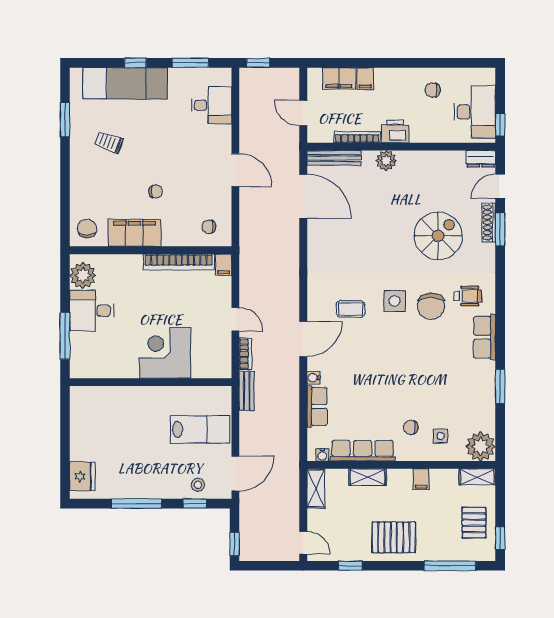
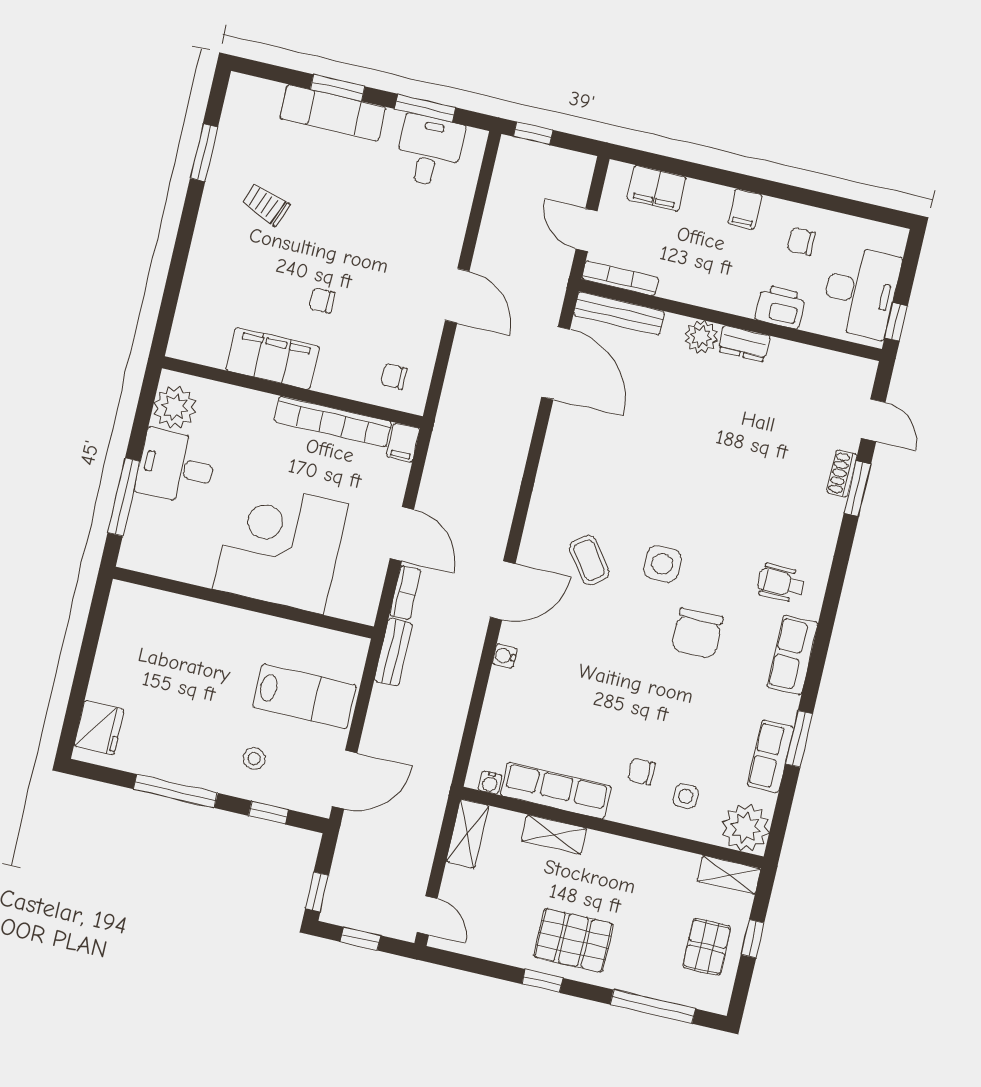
window: (135, 63) -> (338, 88), width x1.50
filing cabinet: (365, 79) -> (745, 209), moved
exam couch: (125, 83) -> (333, 113), width x0.73, depth x0.69
desk: (212, 105) -> (429, 151), moved, turned -90
printer: (395, 132) -> (781, 307), moved
bookcase: (357, 137) -> (620, 278), moved
dresser: (481, 159) -> (744, 344), moved
door: (500, 186) -> (873, 420), swing flipped
chair: (156, 191) -> (322, 300), turned 180
shoe rack: (489, 222) -> (842, 474), width x0.70
chair: (87, 229) -> (199, 334), removed
spiral stairs: (438, 236) -> (756, 476), removed
wheelchair: (468, 296) -> (781, 583), turned 180
chair: (431, 306) -> (697, 633), moved
coffee table: (351, 309) -> (589, 560), turned 54
door: (235, 319) -> (402, 534), width x1.38
corner desk: (165, 353) -> (280, 546), width x1.36, depth x1.36
row of seats: (317, 406) -> (770, 756), moved, turned 180
filing cabinet: (421, 479) -> (639, 858), removed
stool: (198, 485) -> (254, 759), moved
window: (500, 538) -> (753, 939), moved
window: (267, 566) -> (360, 939), added
window: (350, 566) -> (542, 981), moved

